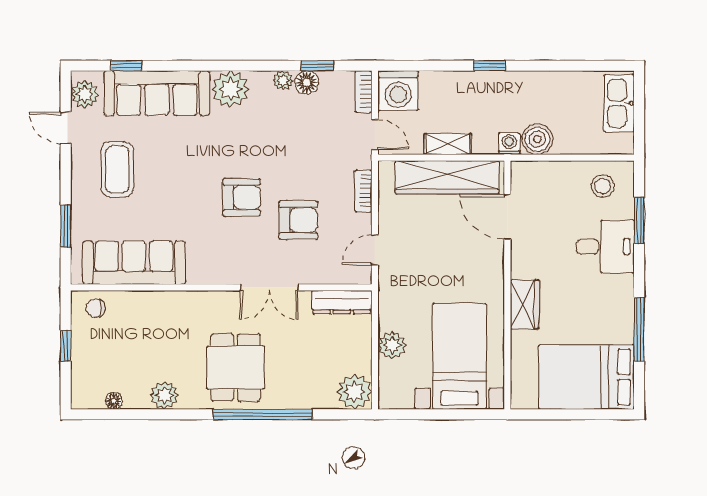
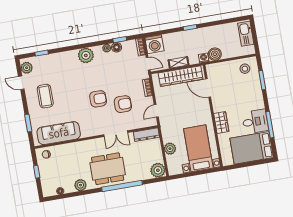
sofa: (157, 93) -> (56, 62), removed
desk: (605, 247) -> (255, 122), moved
dining table: (236, 367) -> (108, 169), width x1.38

